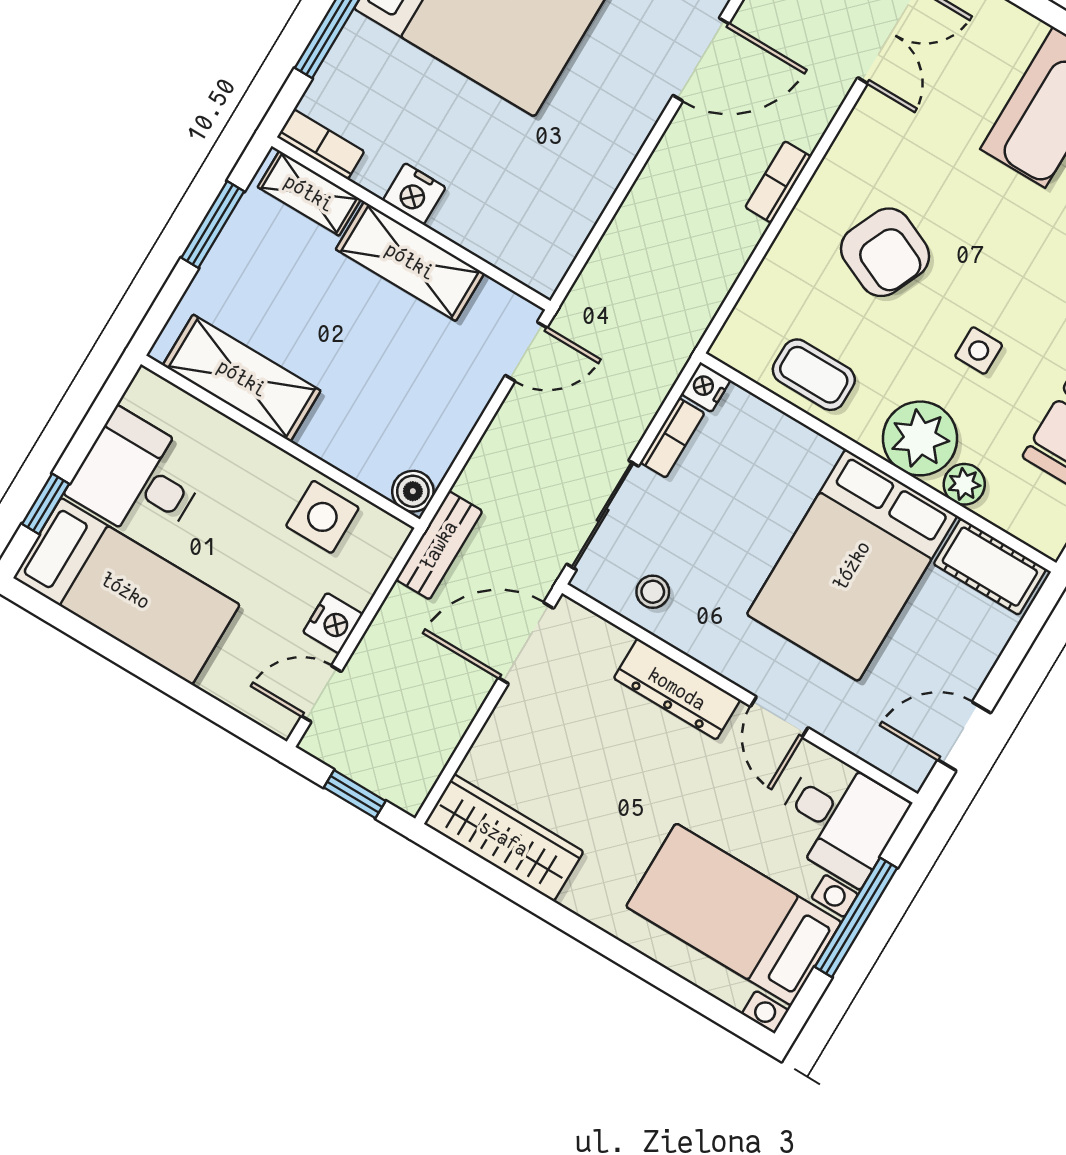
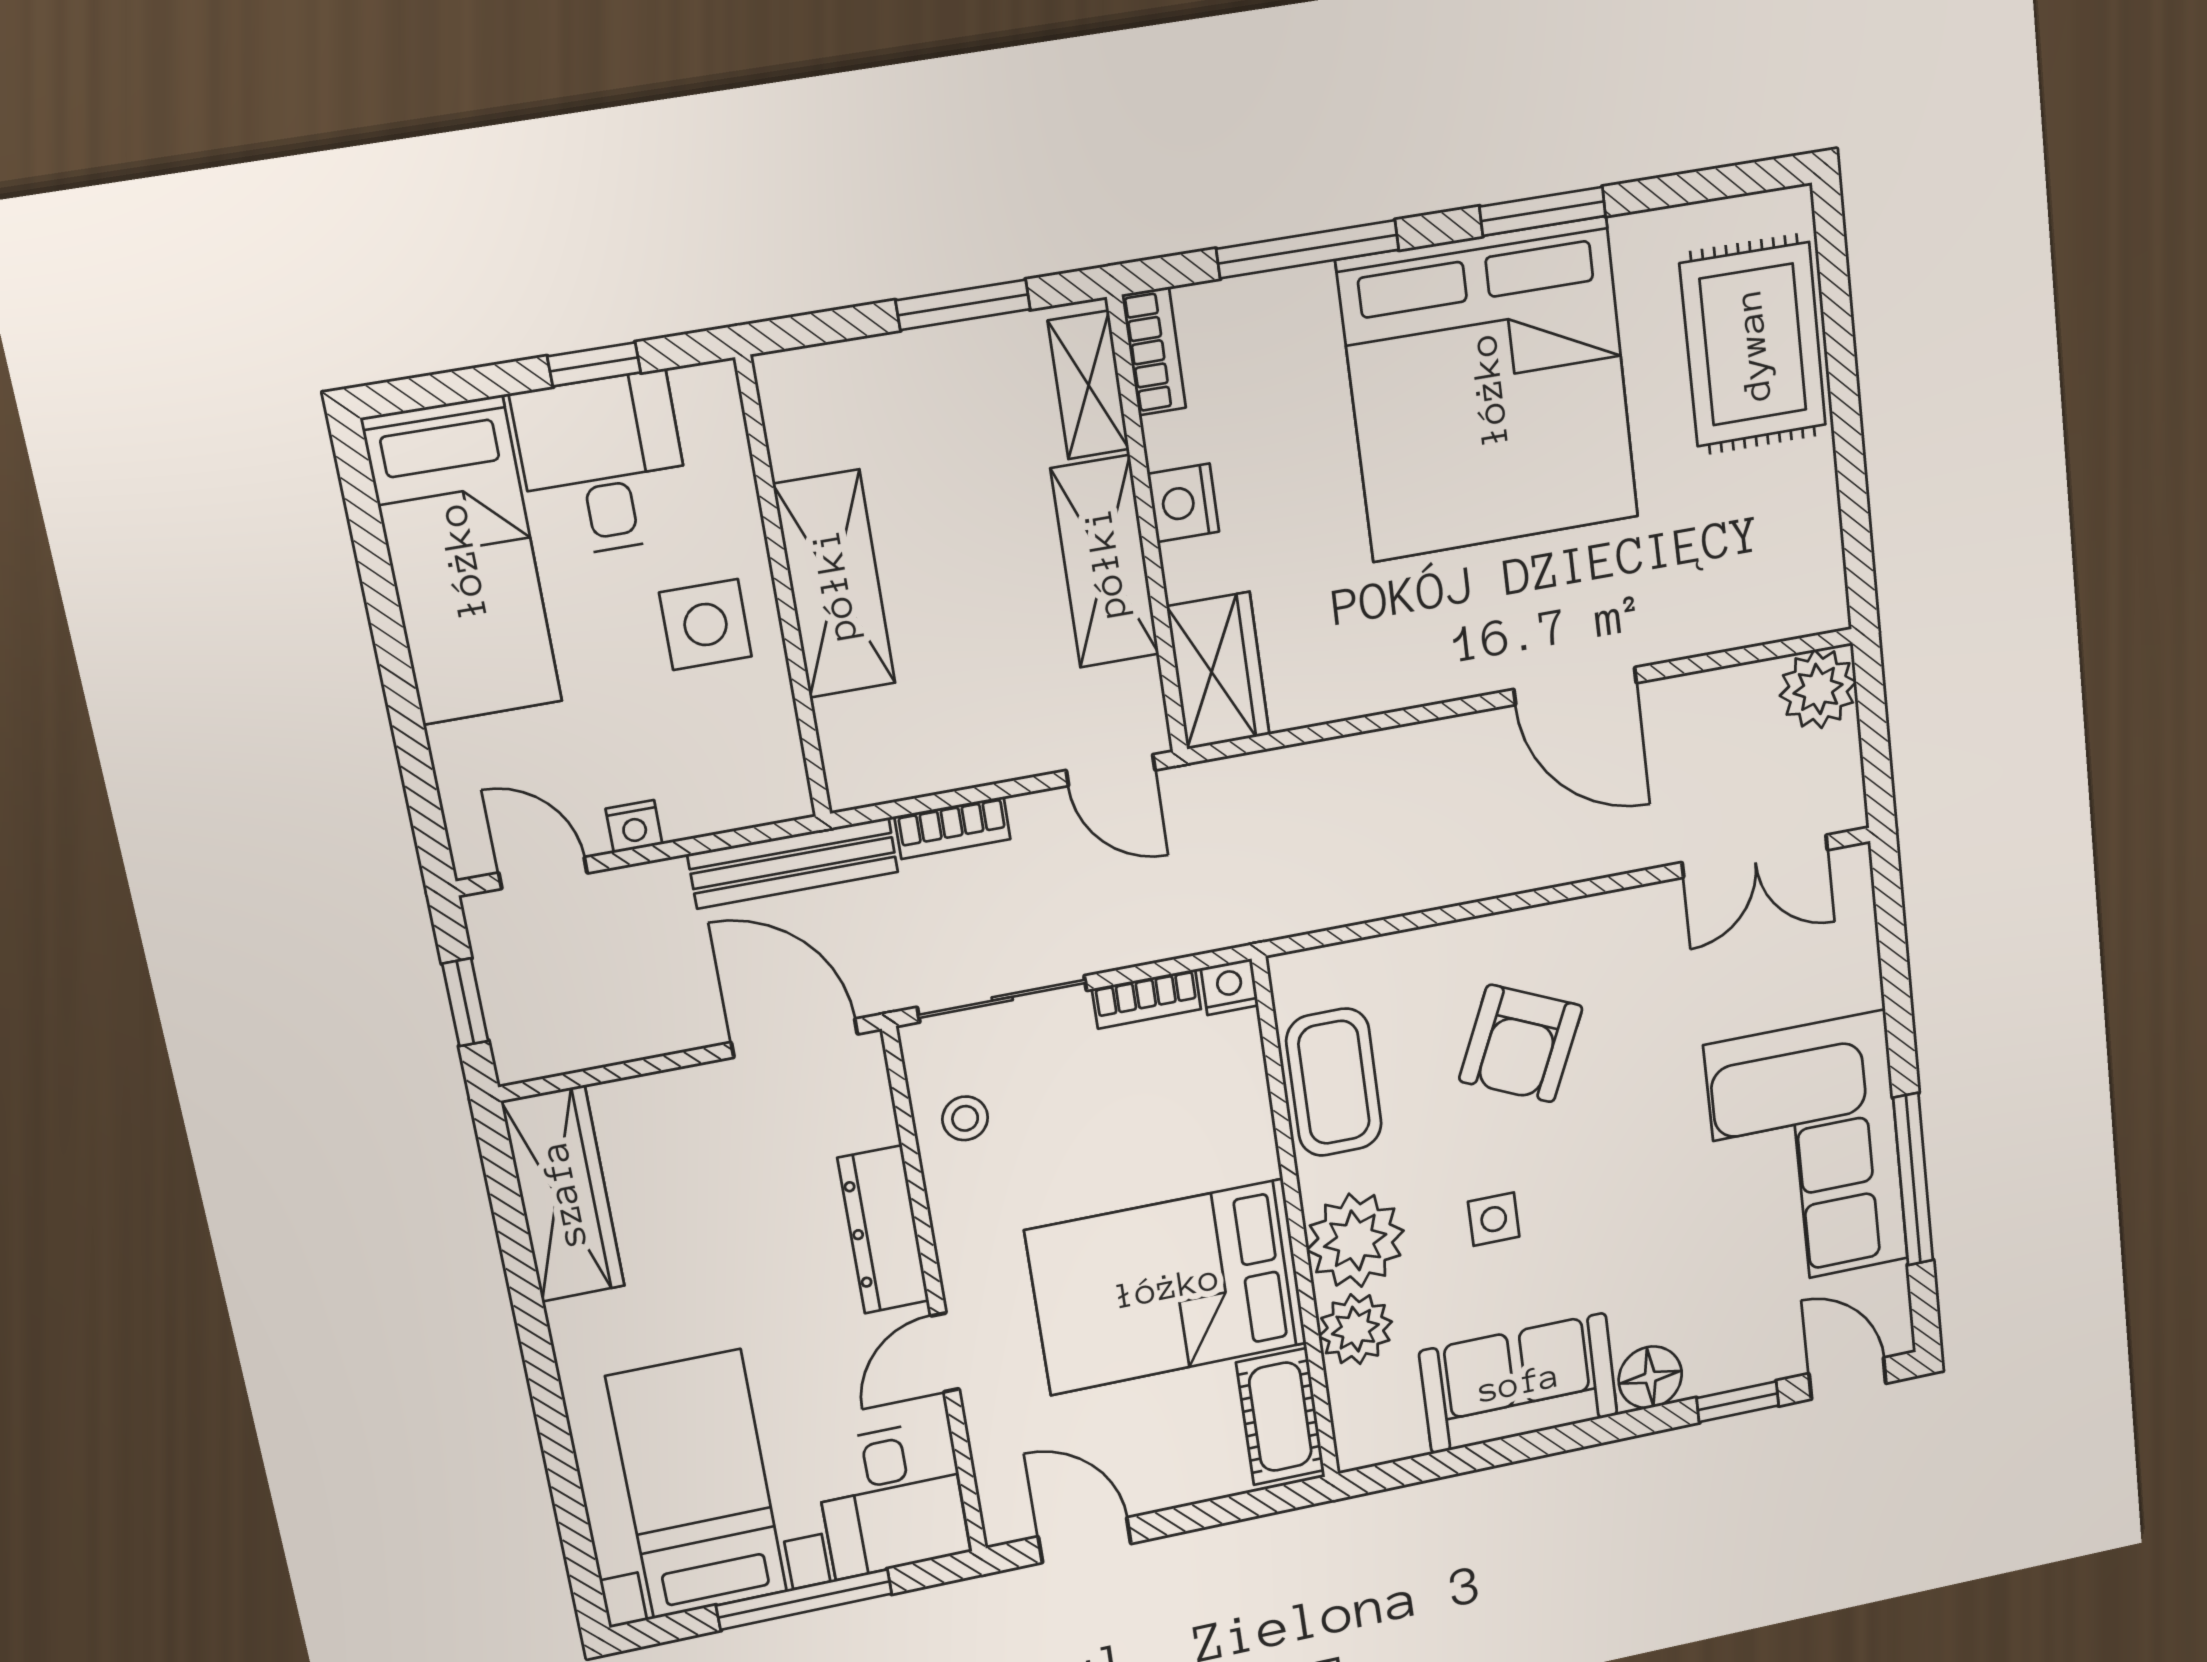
bookcase: (778, 182) -> (952, 828), moved, turned 180
wardrobe: (522, 249) -> (1218, 671), added
coffee table: (814, 375) -> (1334, 1082), width x1.36, depth x1.30
shelving: (242, 378) -> (834, 584), moved
plant: (964, 484) -> (1355, 1329), width x1.38, depth x1.38
boiler: (413, 491) -> (854, 780), removed
window: (46, 504) -> (594, 364), moved
side table: (322, 517) -> (706, 625), moved
bench: (439, 545) -> (793, 863), width x1.36
nightstand: (333, 623) -> (634, 826), width x0.72, depth x0.74

